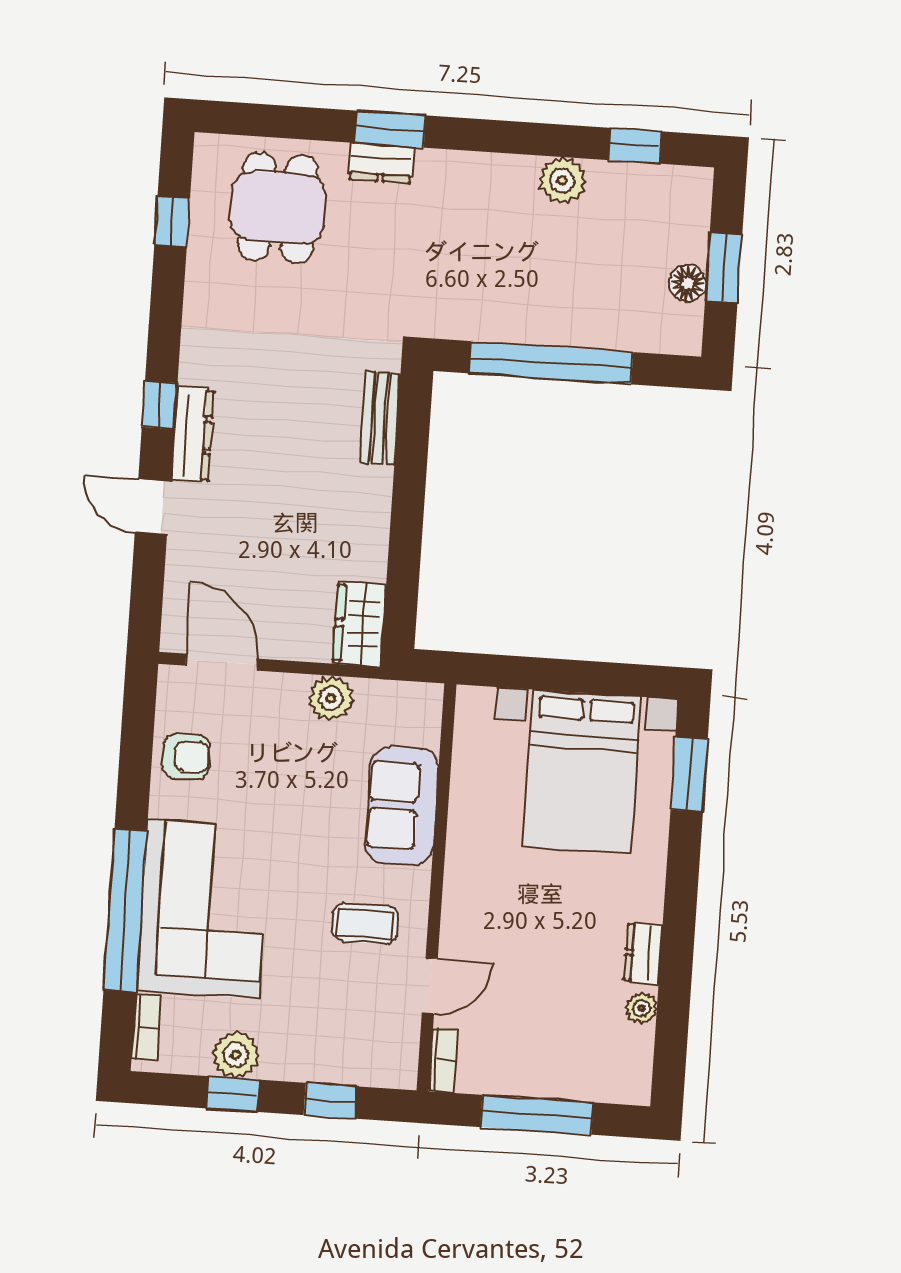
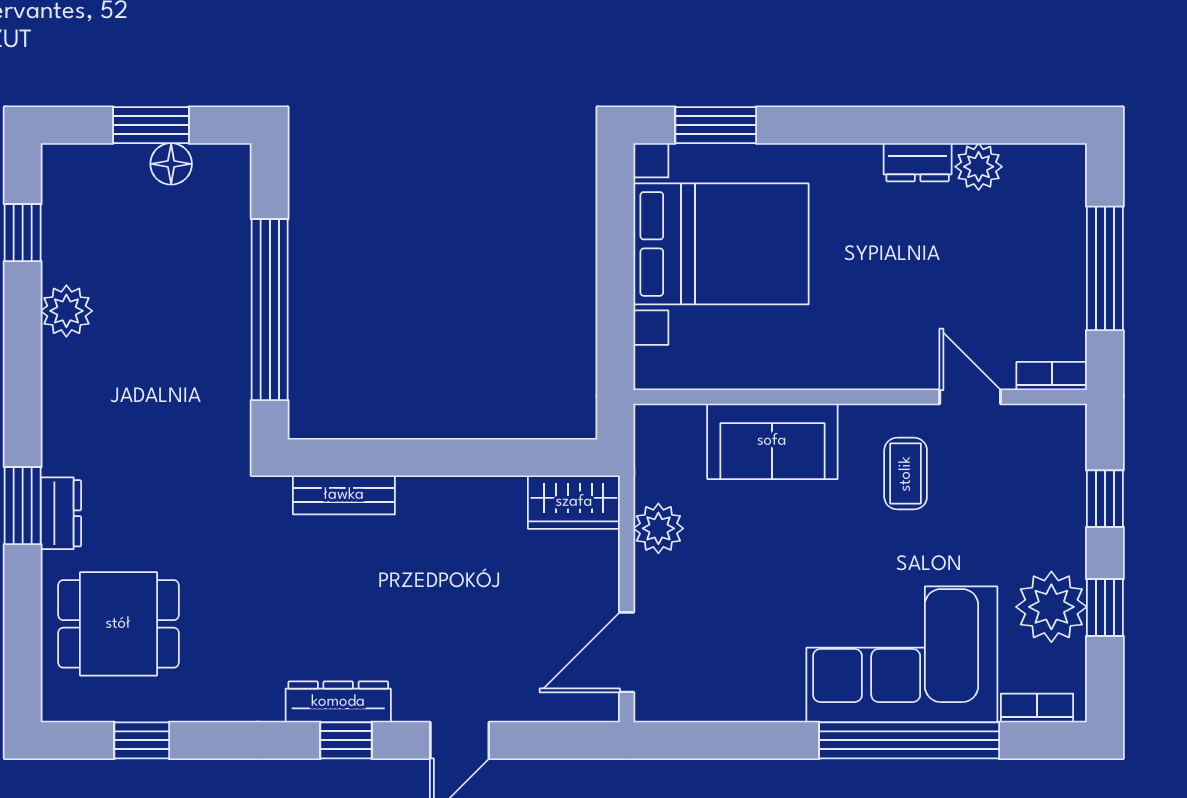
dresser: (192, 435) -> (338, 702), moved
armchair: (186, 757) -> (734, 685), removed
plant: (642, 1008) -> (979, 167), width x1.38, depth x1.38
plant: (236, 1055) -> (1051, 607), width x1.36, depth x1.36

